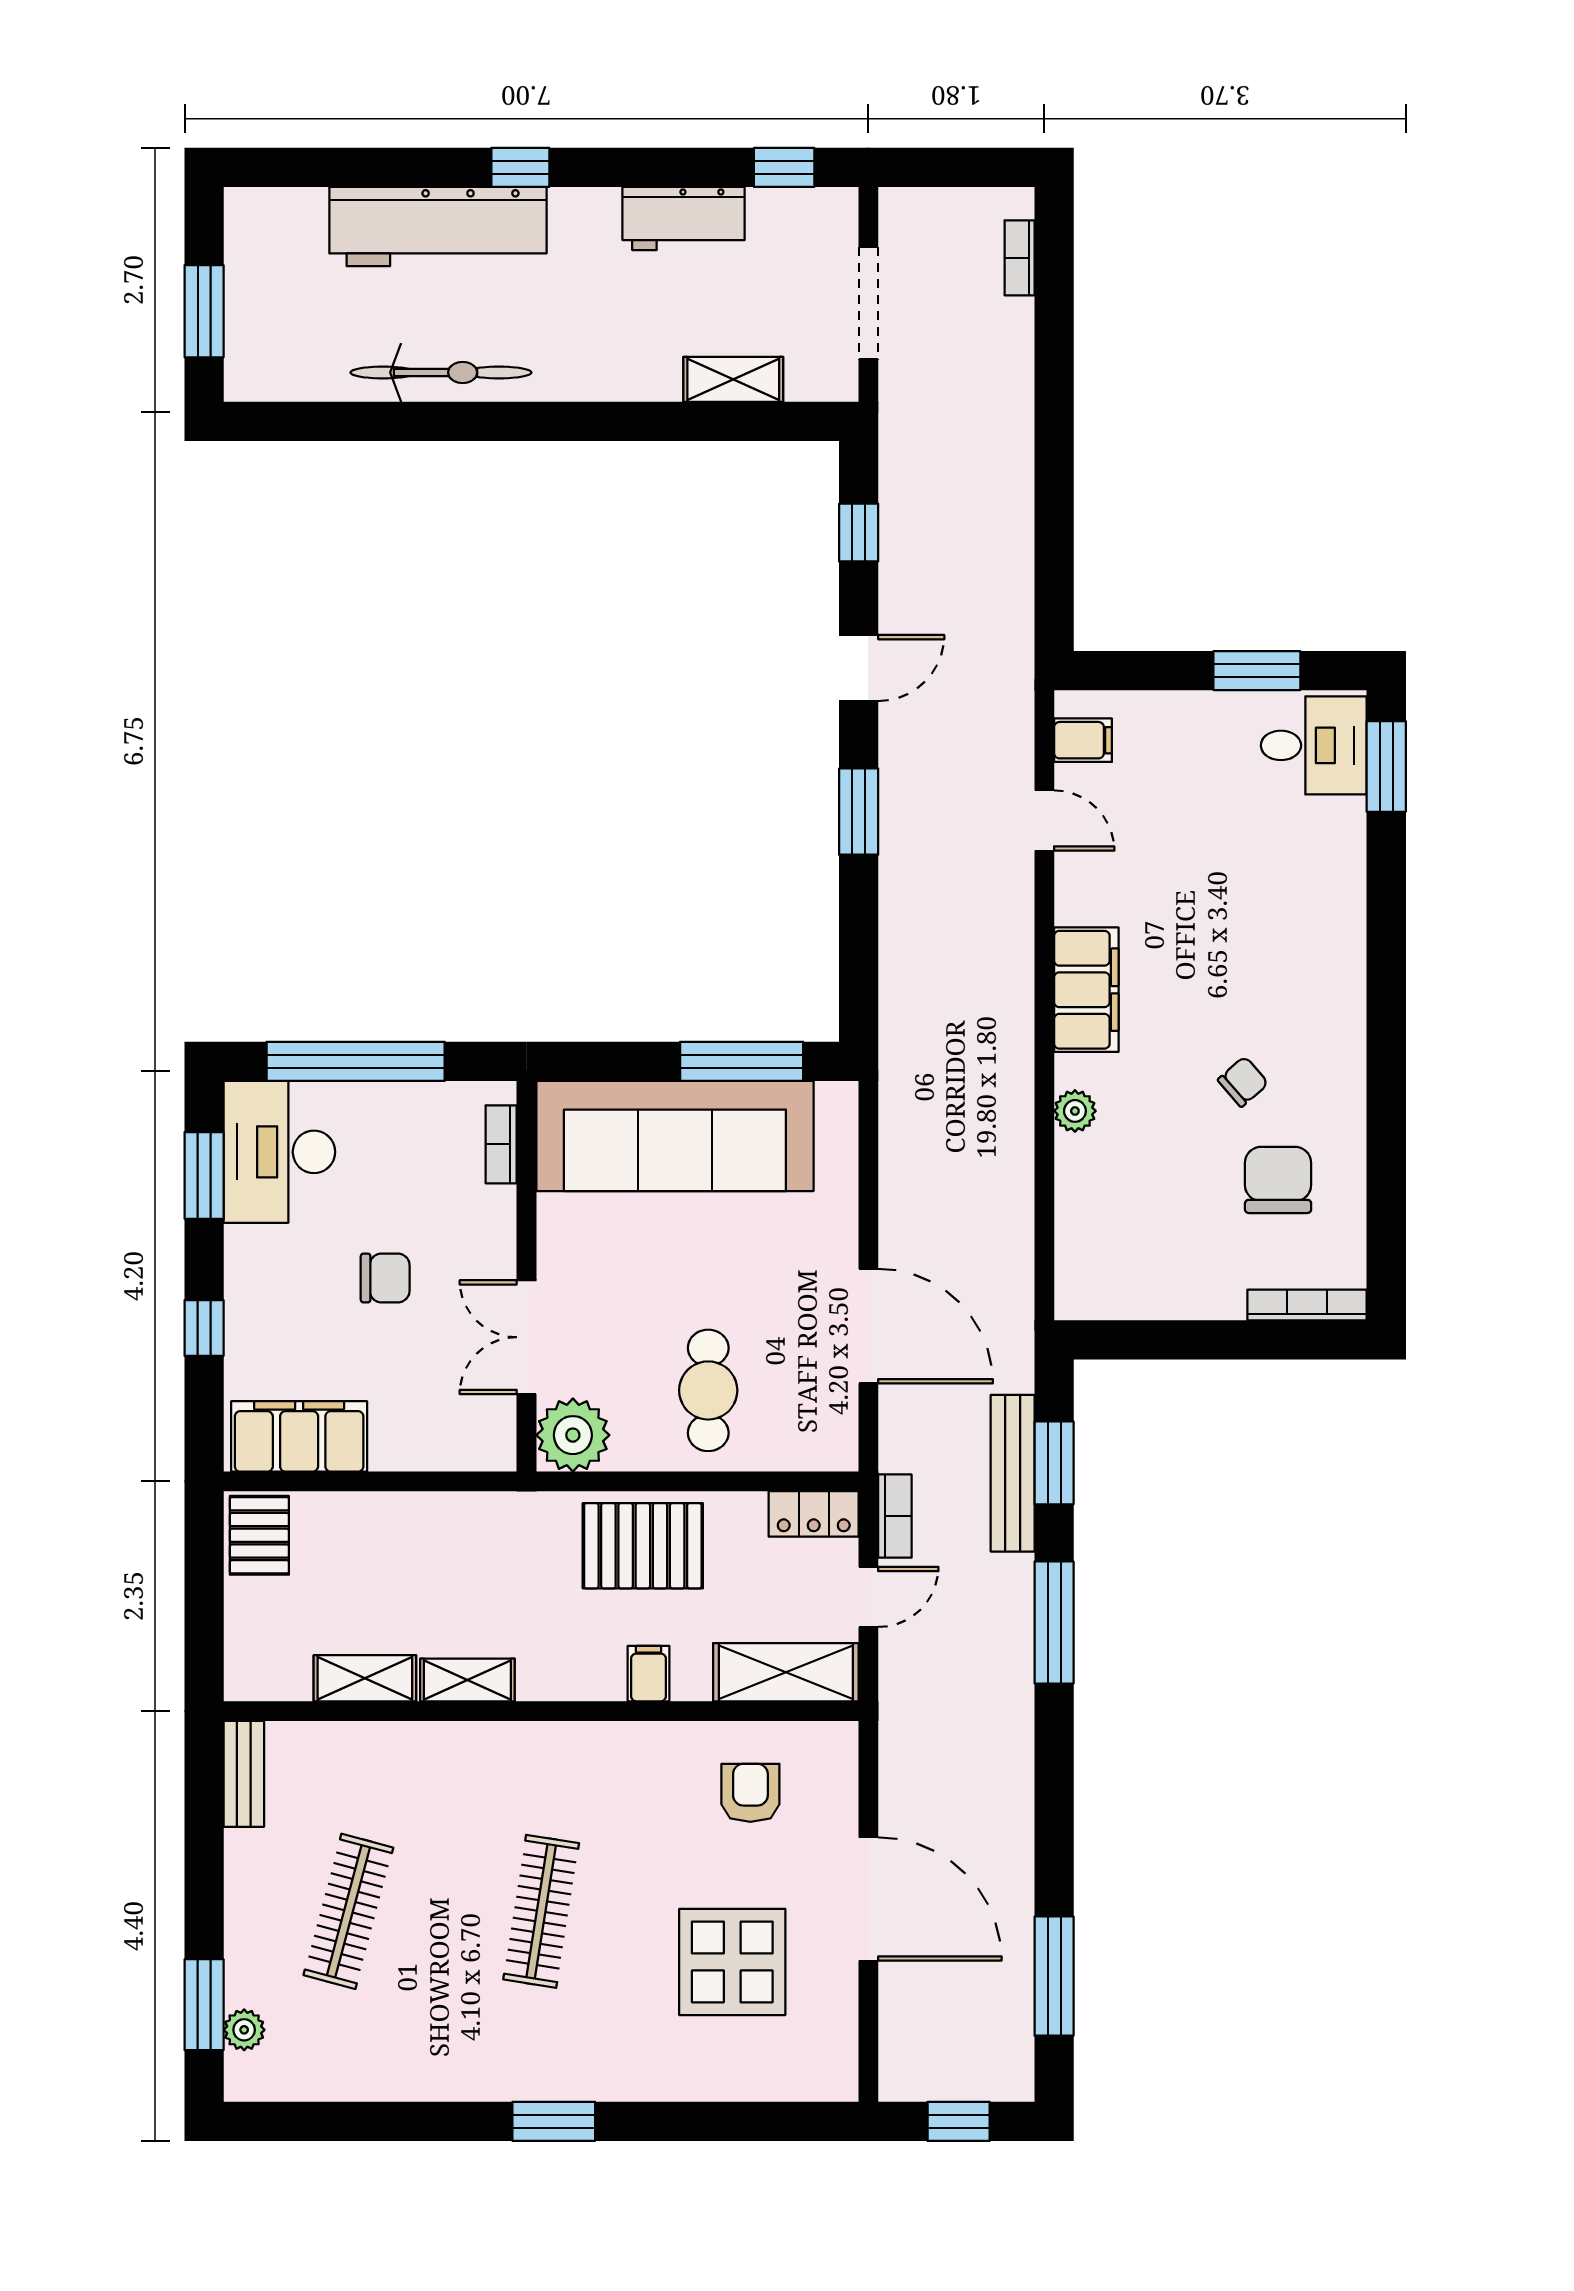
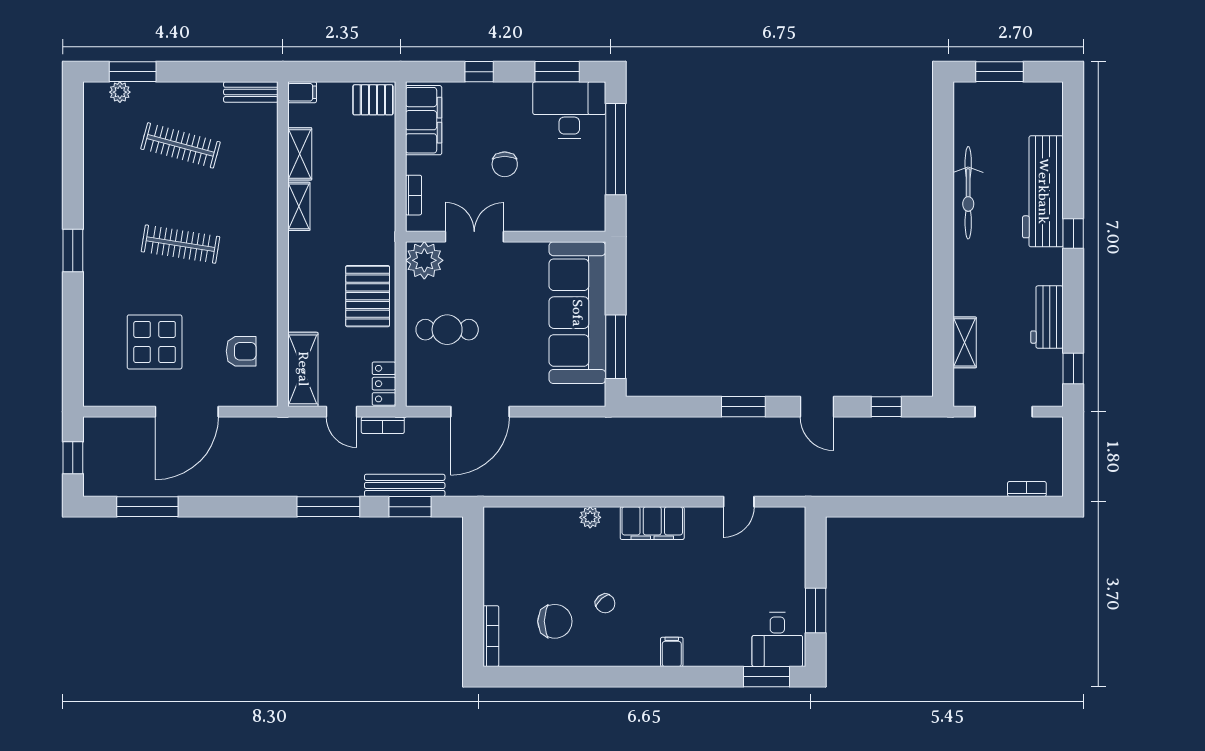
filing cabinet: (1083, 740) -> (672, 652), moved, turned 180
bookcase: (501, 1144) -> (414, 195), moved, turned 90
filing cabinet: (648, 1674) -> (302, 92), moved

